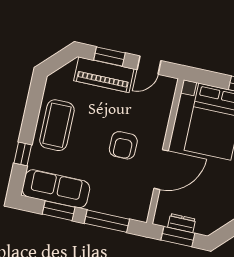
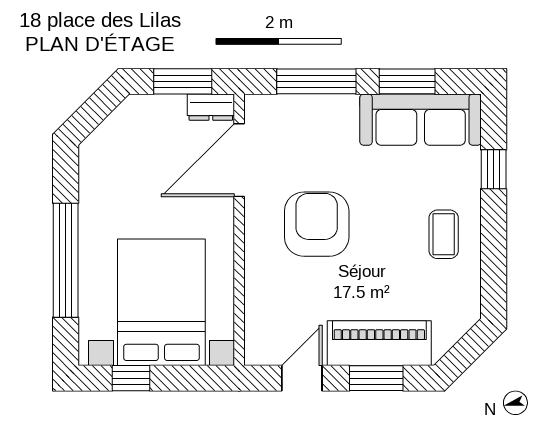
coffee table: (57, 125) -> (444, 234), width x0.54, depth x0.58
armchair: (123, 145) -> (317, 224), width x1.36, depth x1.36
door: (161, 170) -> (239, 160), moved
dresser: (182, 223) -> (211, 107), moved

